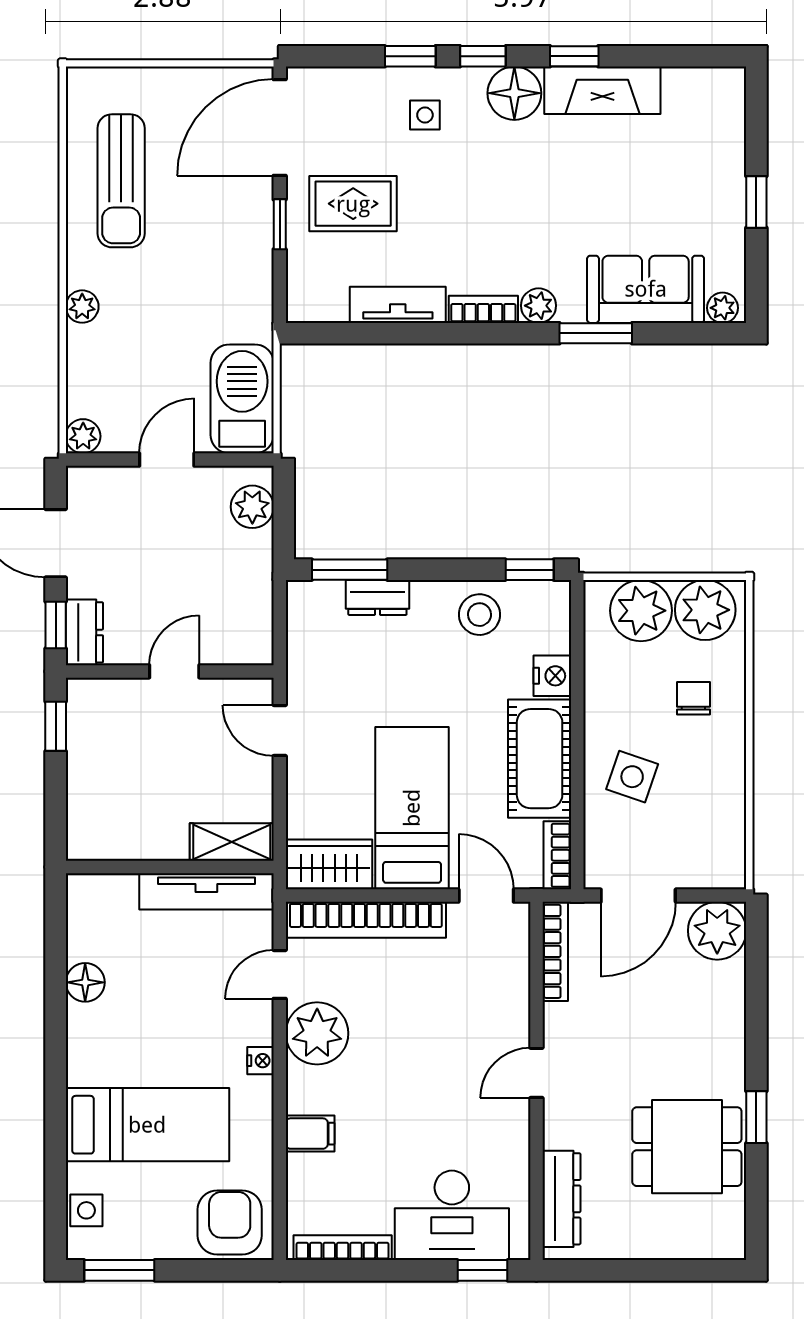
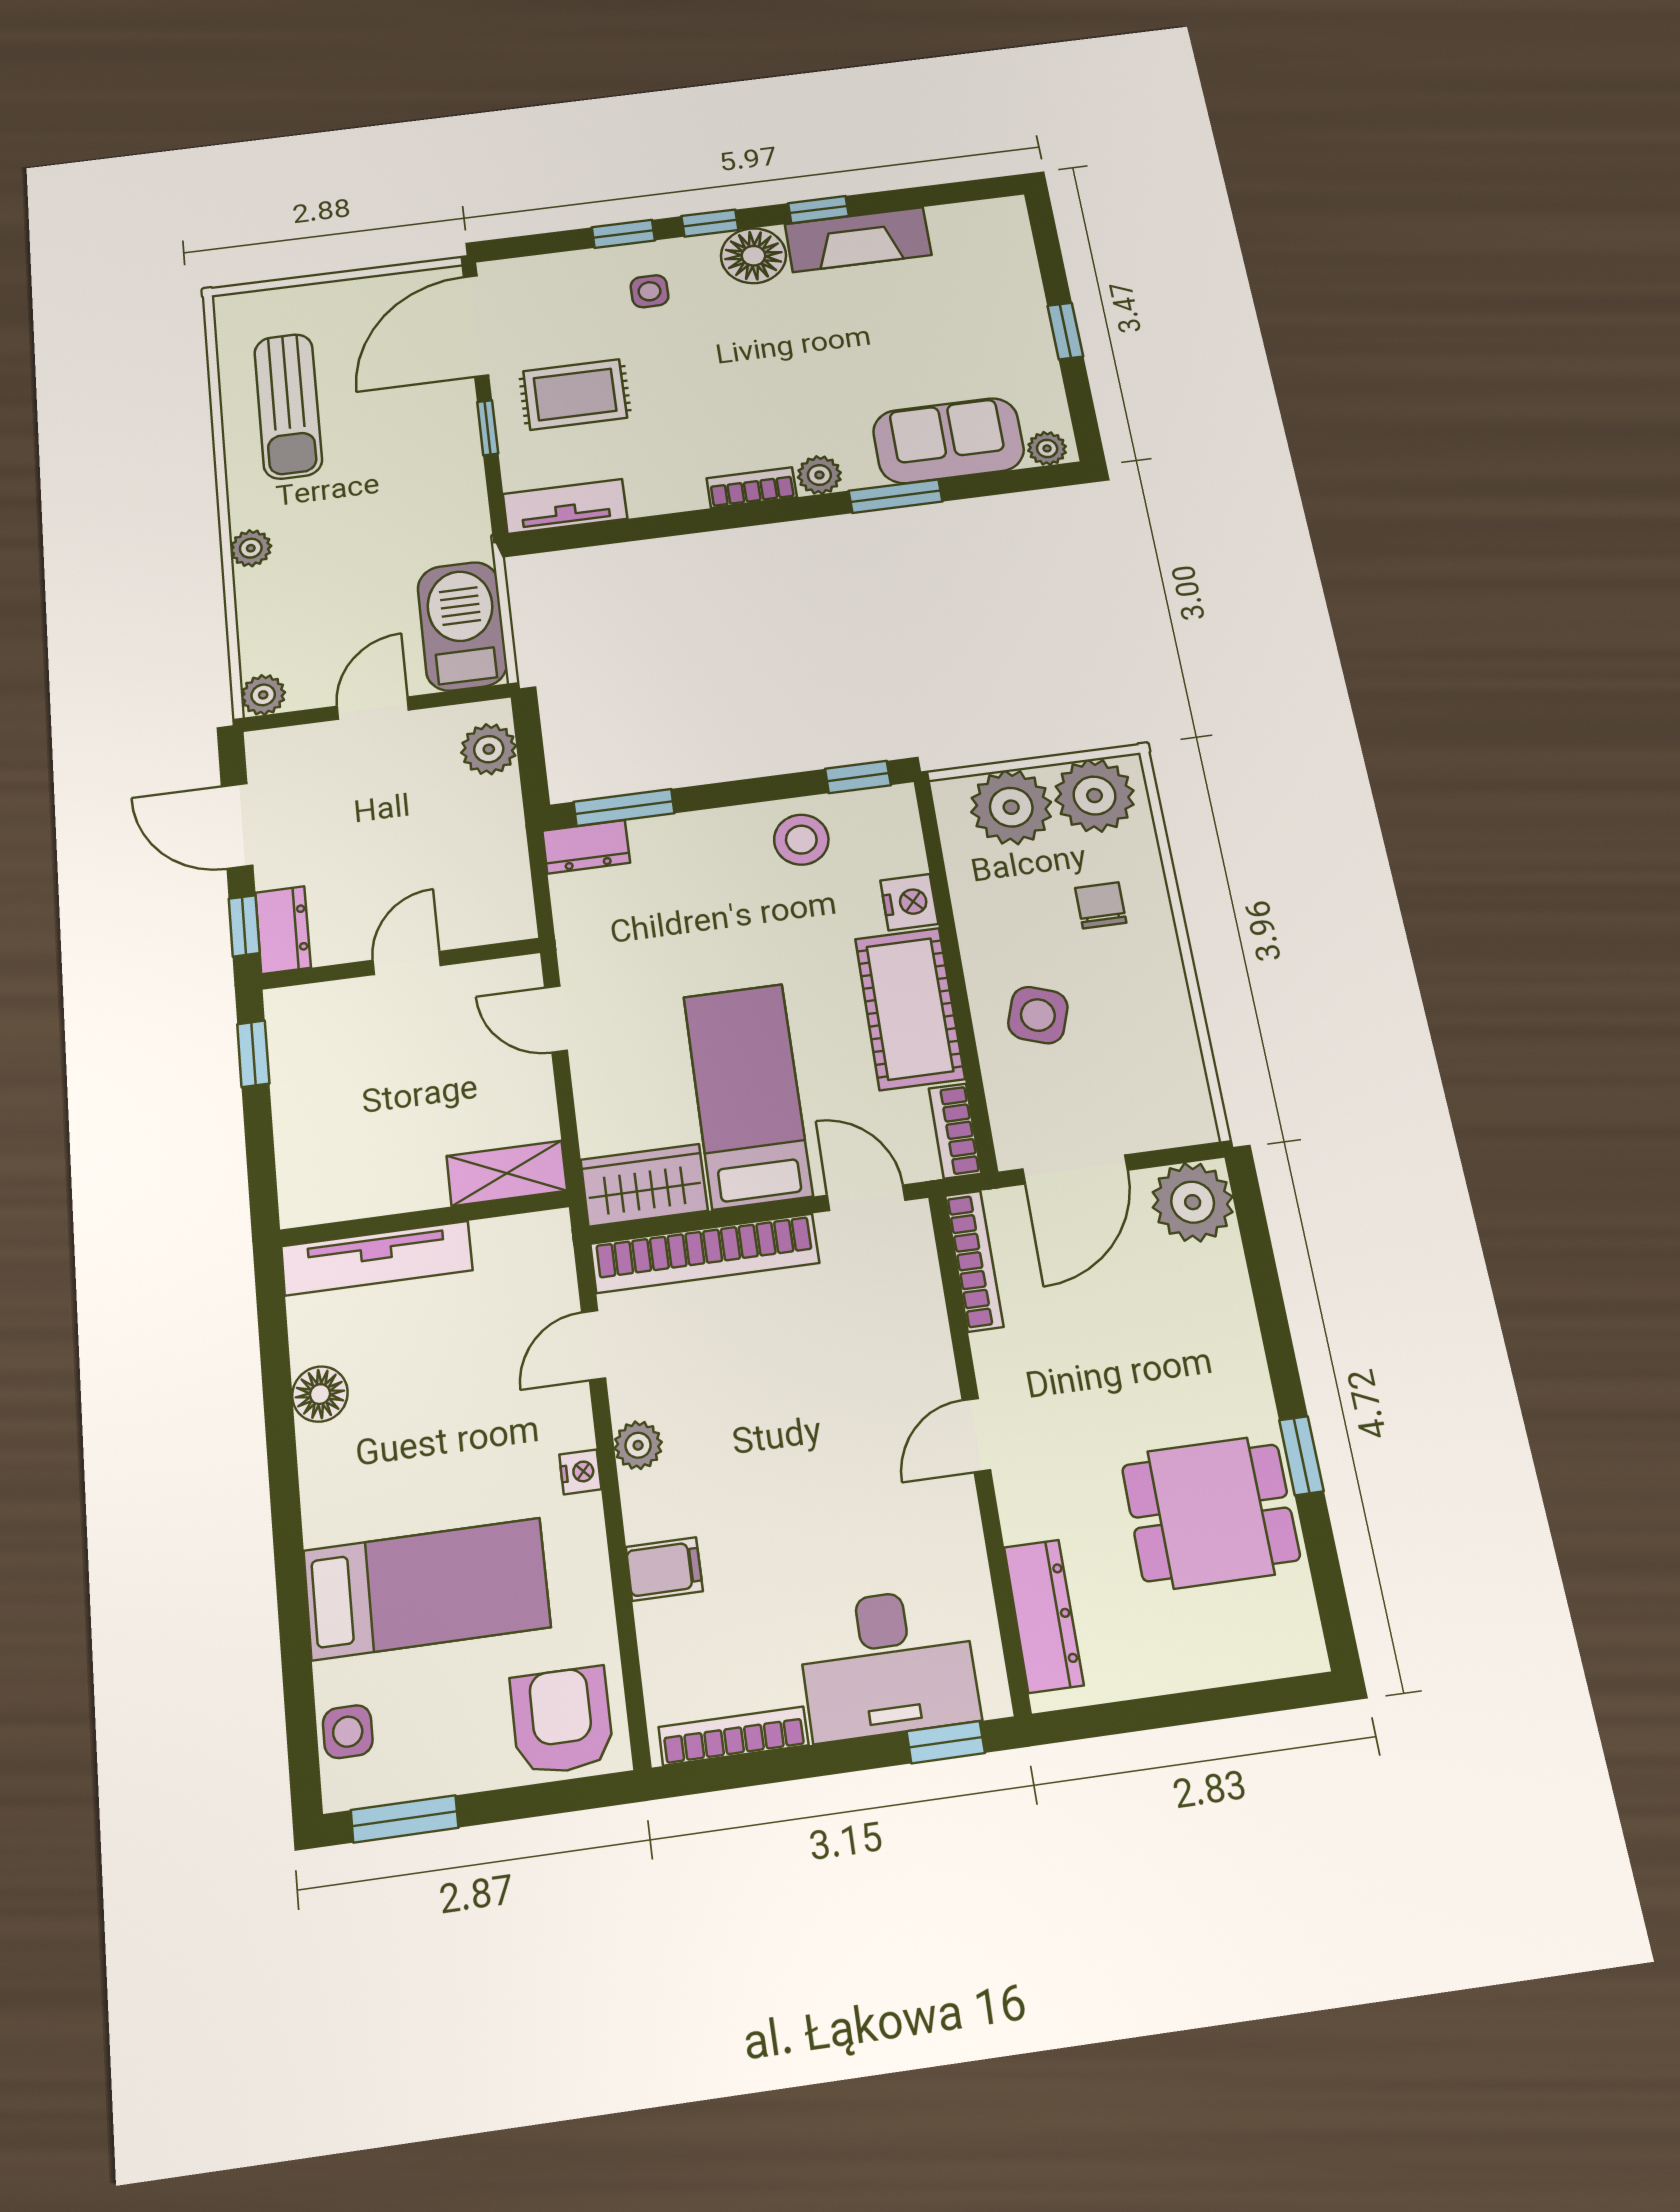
tv unit: (398, 305) -> (565, 506), moved
dresser: (377, 597) -> (586, 847), moved
tv unit: (206, 891) -> (377, 1258), moved
plant: (317, 1033) -> (638, 1445), width x0.53, depth x0.53

